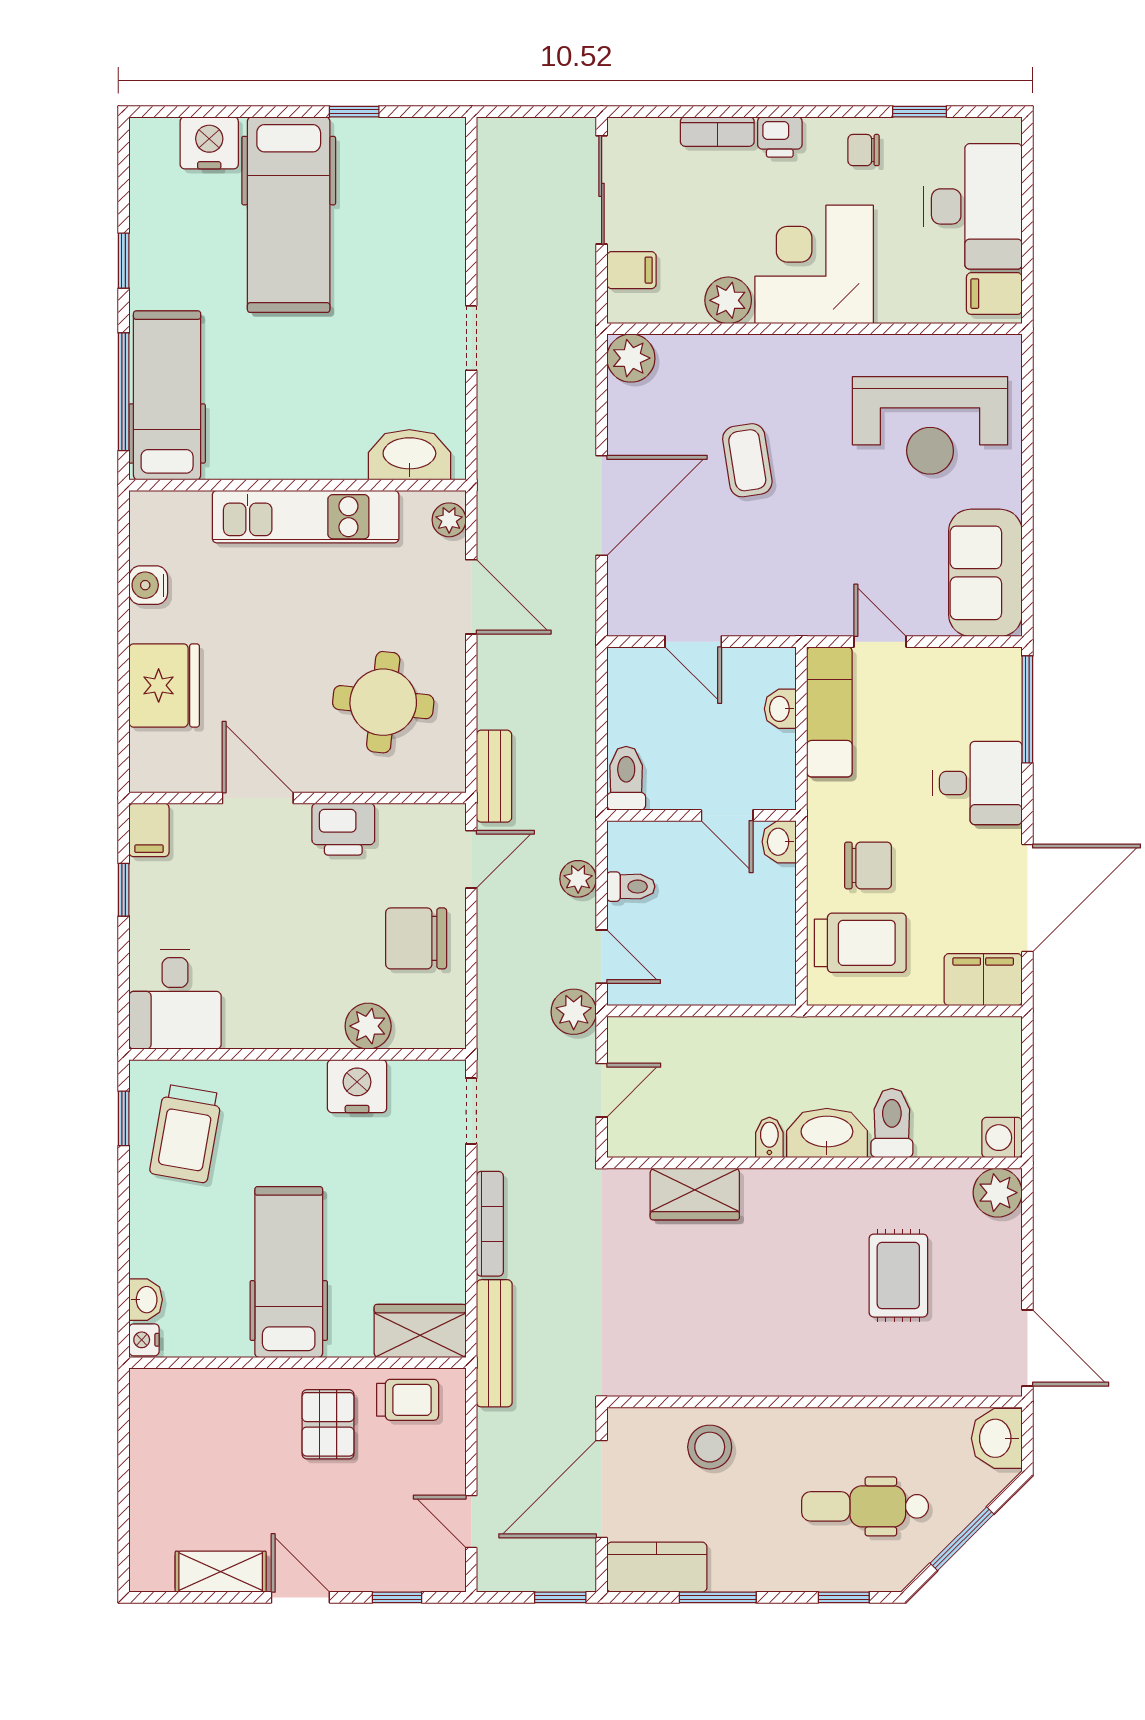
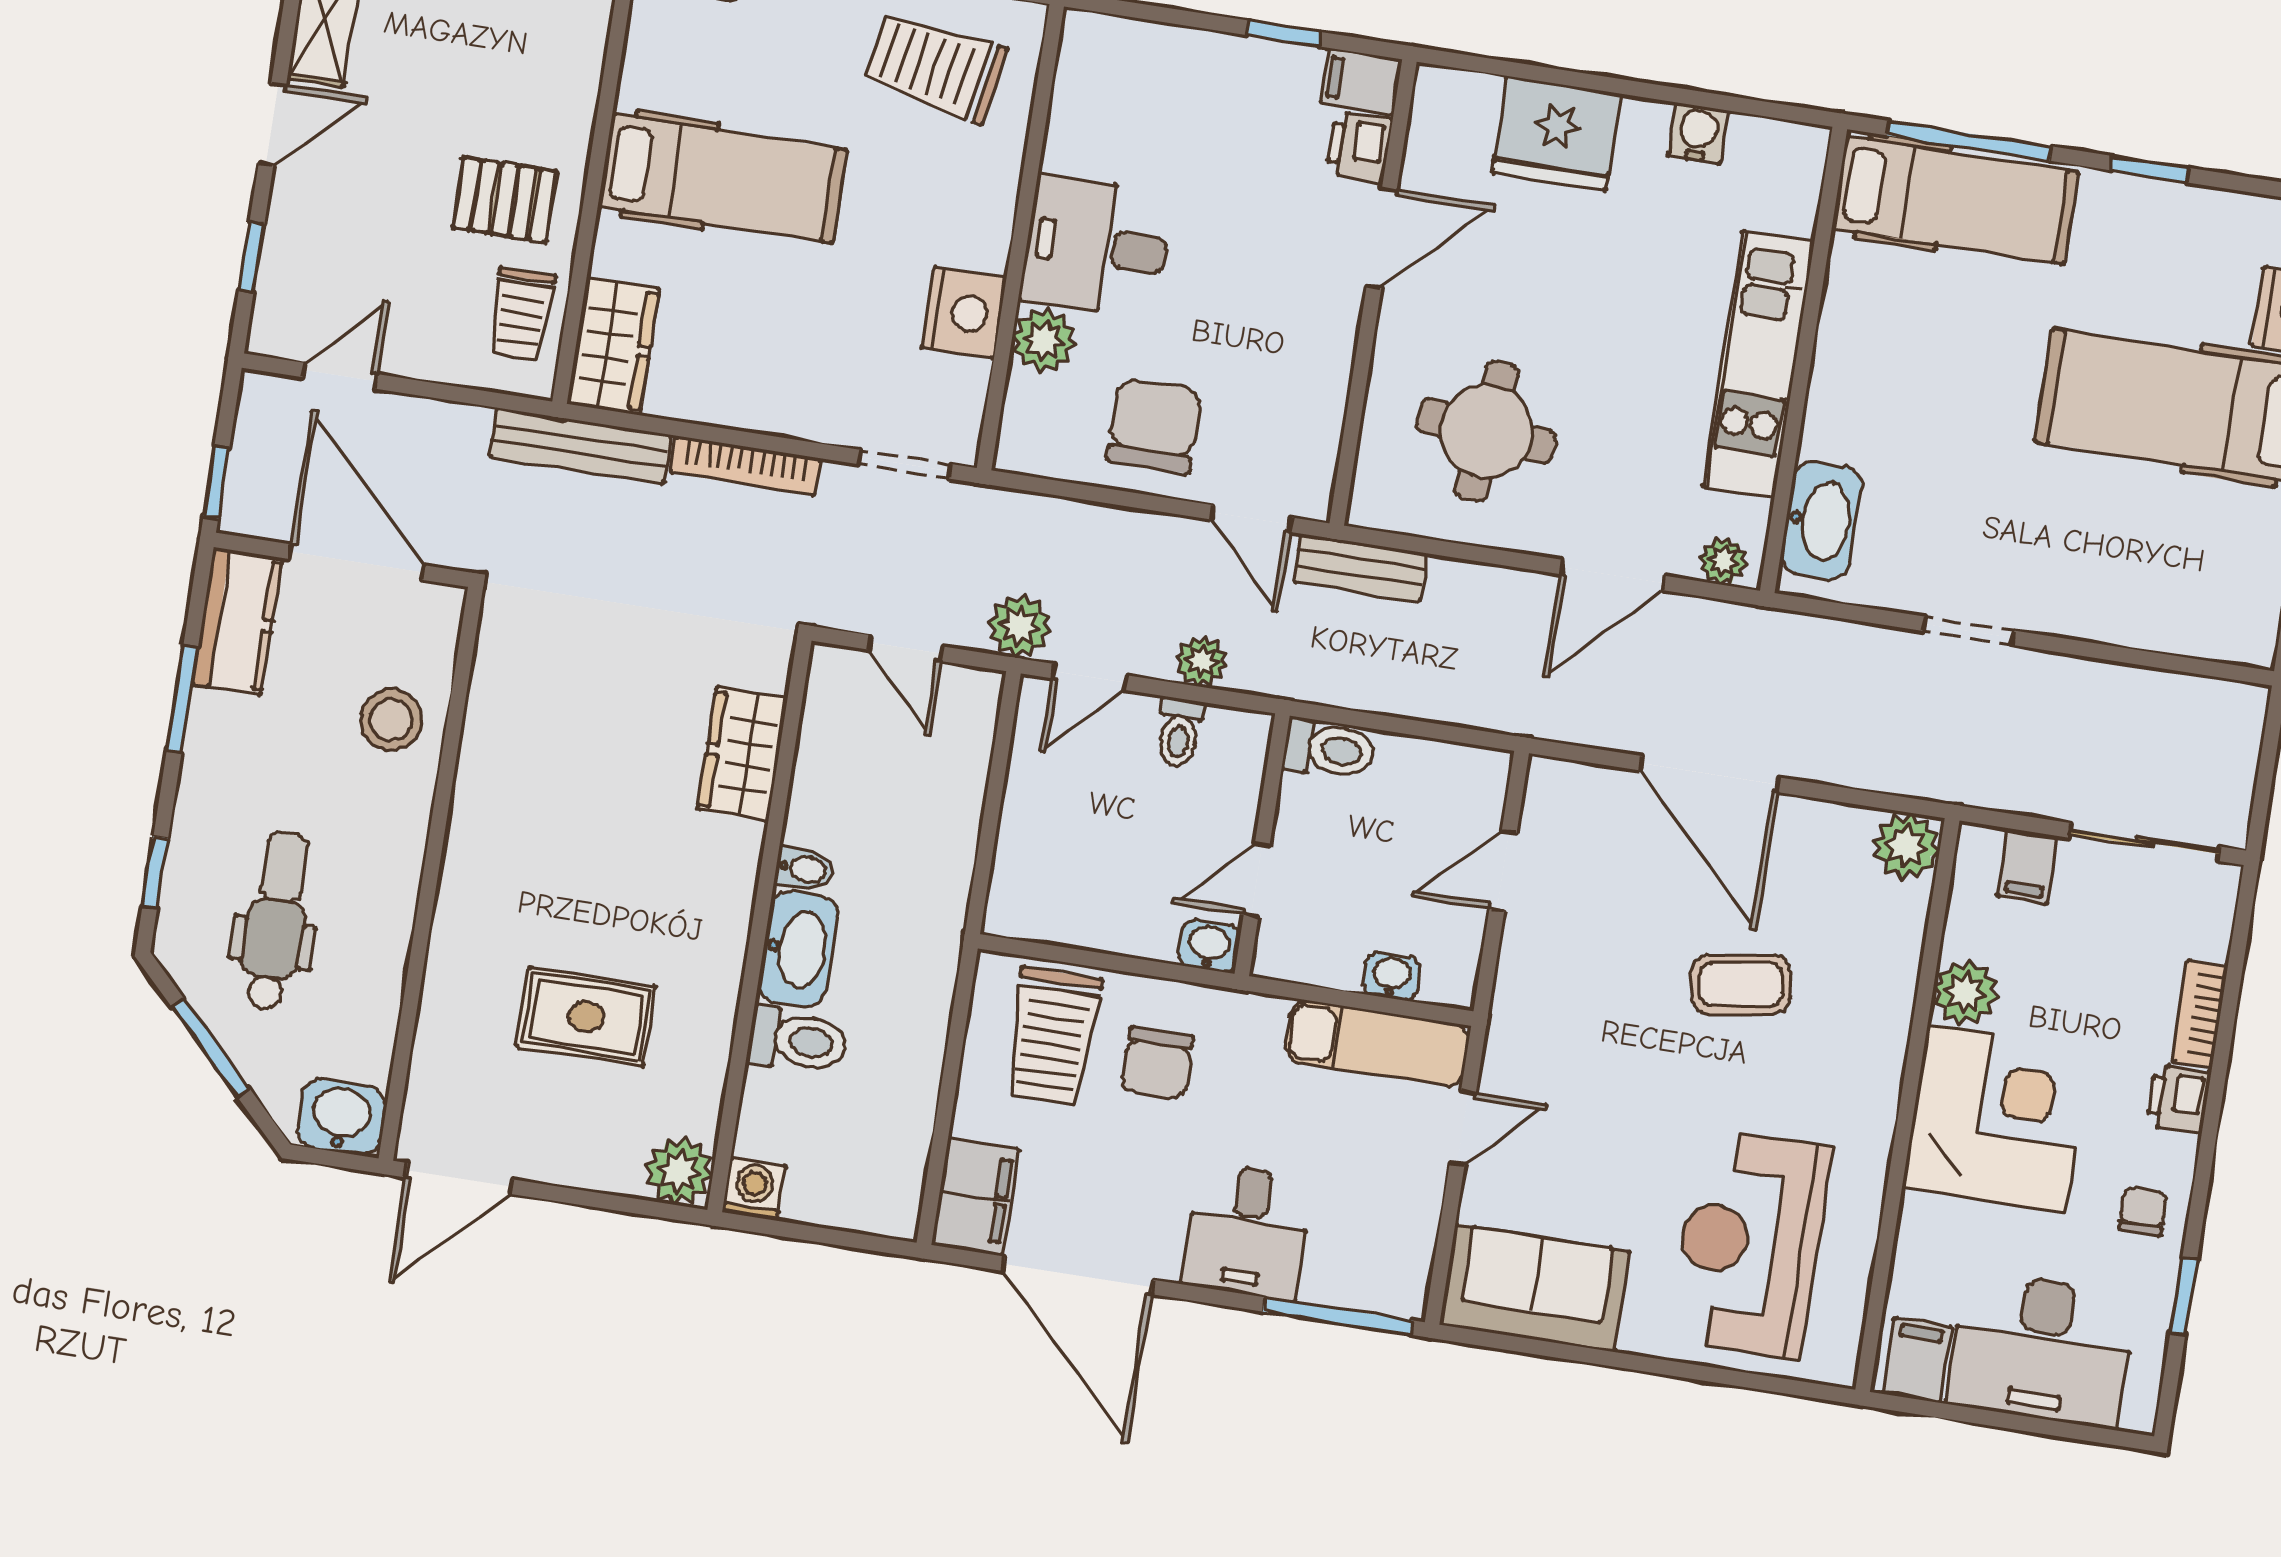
printer: (343, 829) -> (1359, 147), moved, width x0.73, depth x0.81
desk: (175, 999) -> (1096, 246), moved

